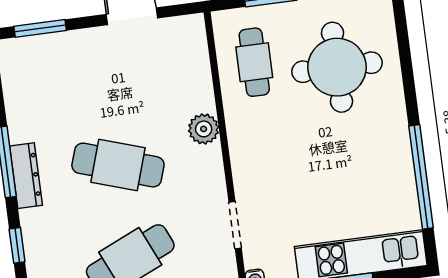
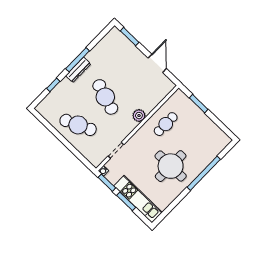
cafe table: (254, 62) -> (166, 124), moved
round table: (337, 67) -> (171, 166), moved
window: (421, 177) -> (204, 173), moved

